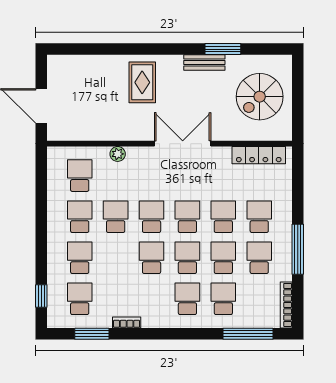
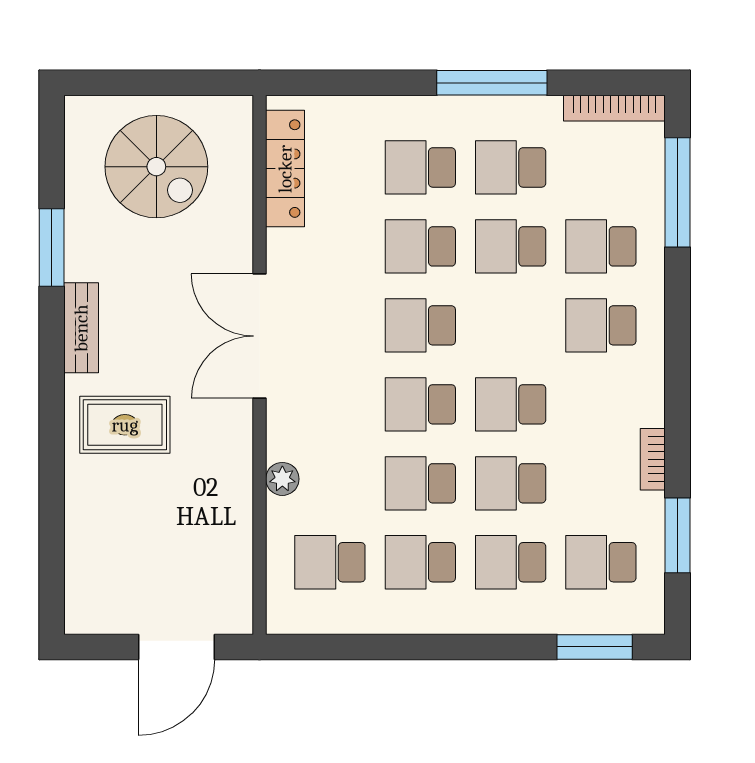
bench: (204, 62) -> (81, 328), moved
school desk: (187, 258) -> (511, 483), moved
window: (41, 296) -> (595, 647), width x1.50

